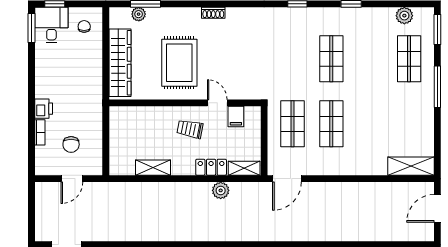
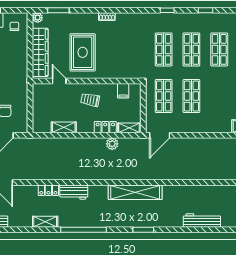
plant: (139, 14) -> (38, 18), moved
shop shelf: (292, 59) -> (164, 49), added
shop shelf: (370, 59) -> (219, 49), added
door: (217, 103) -> (59, 81), moved

